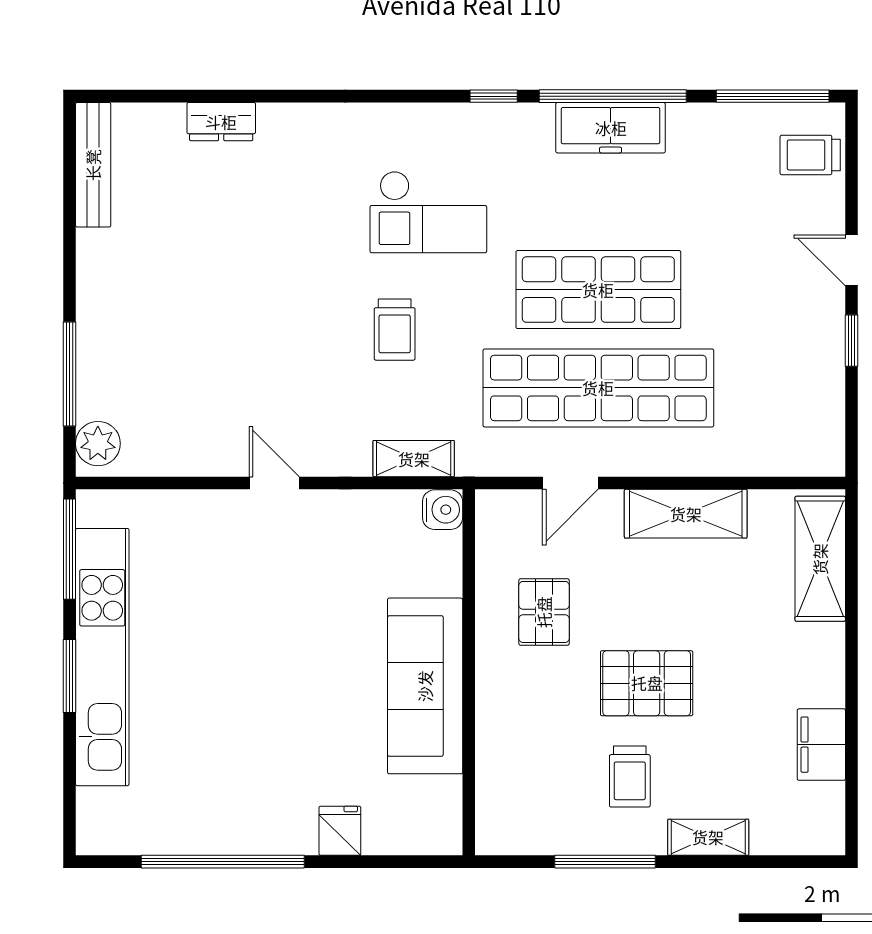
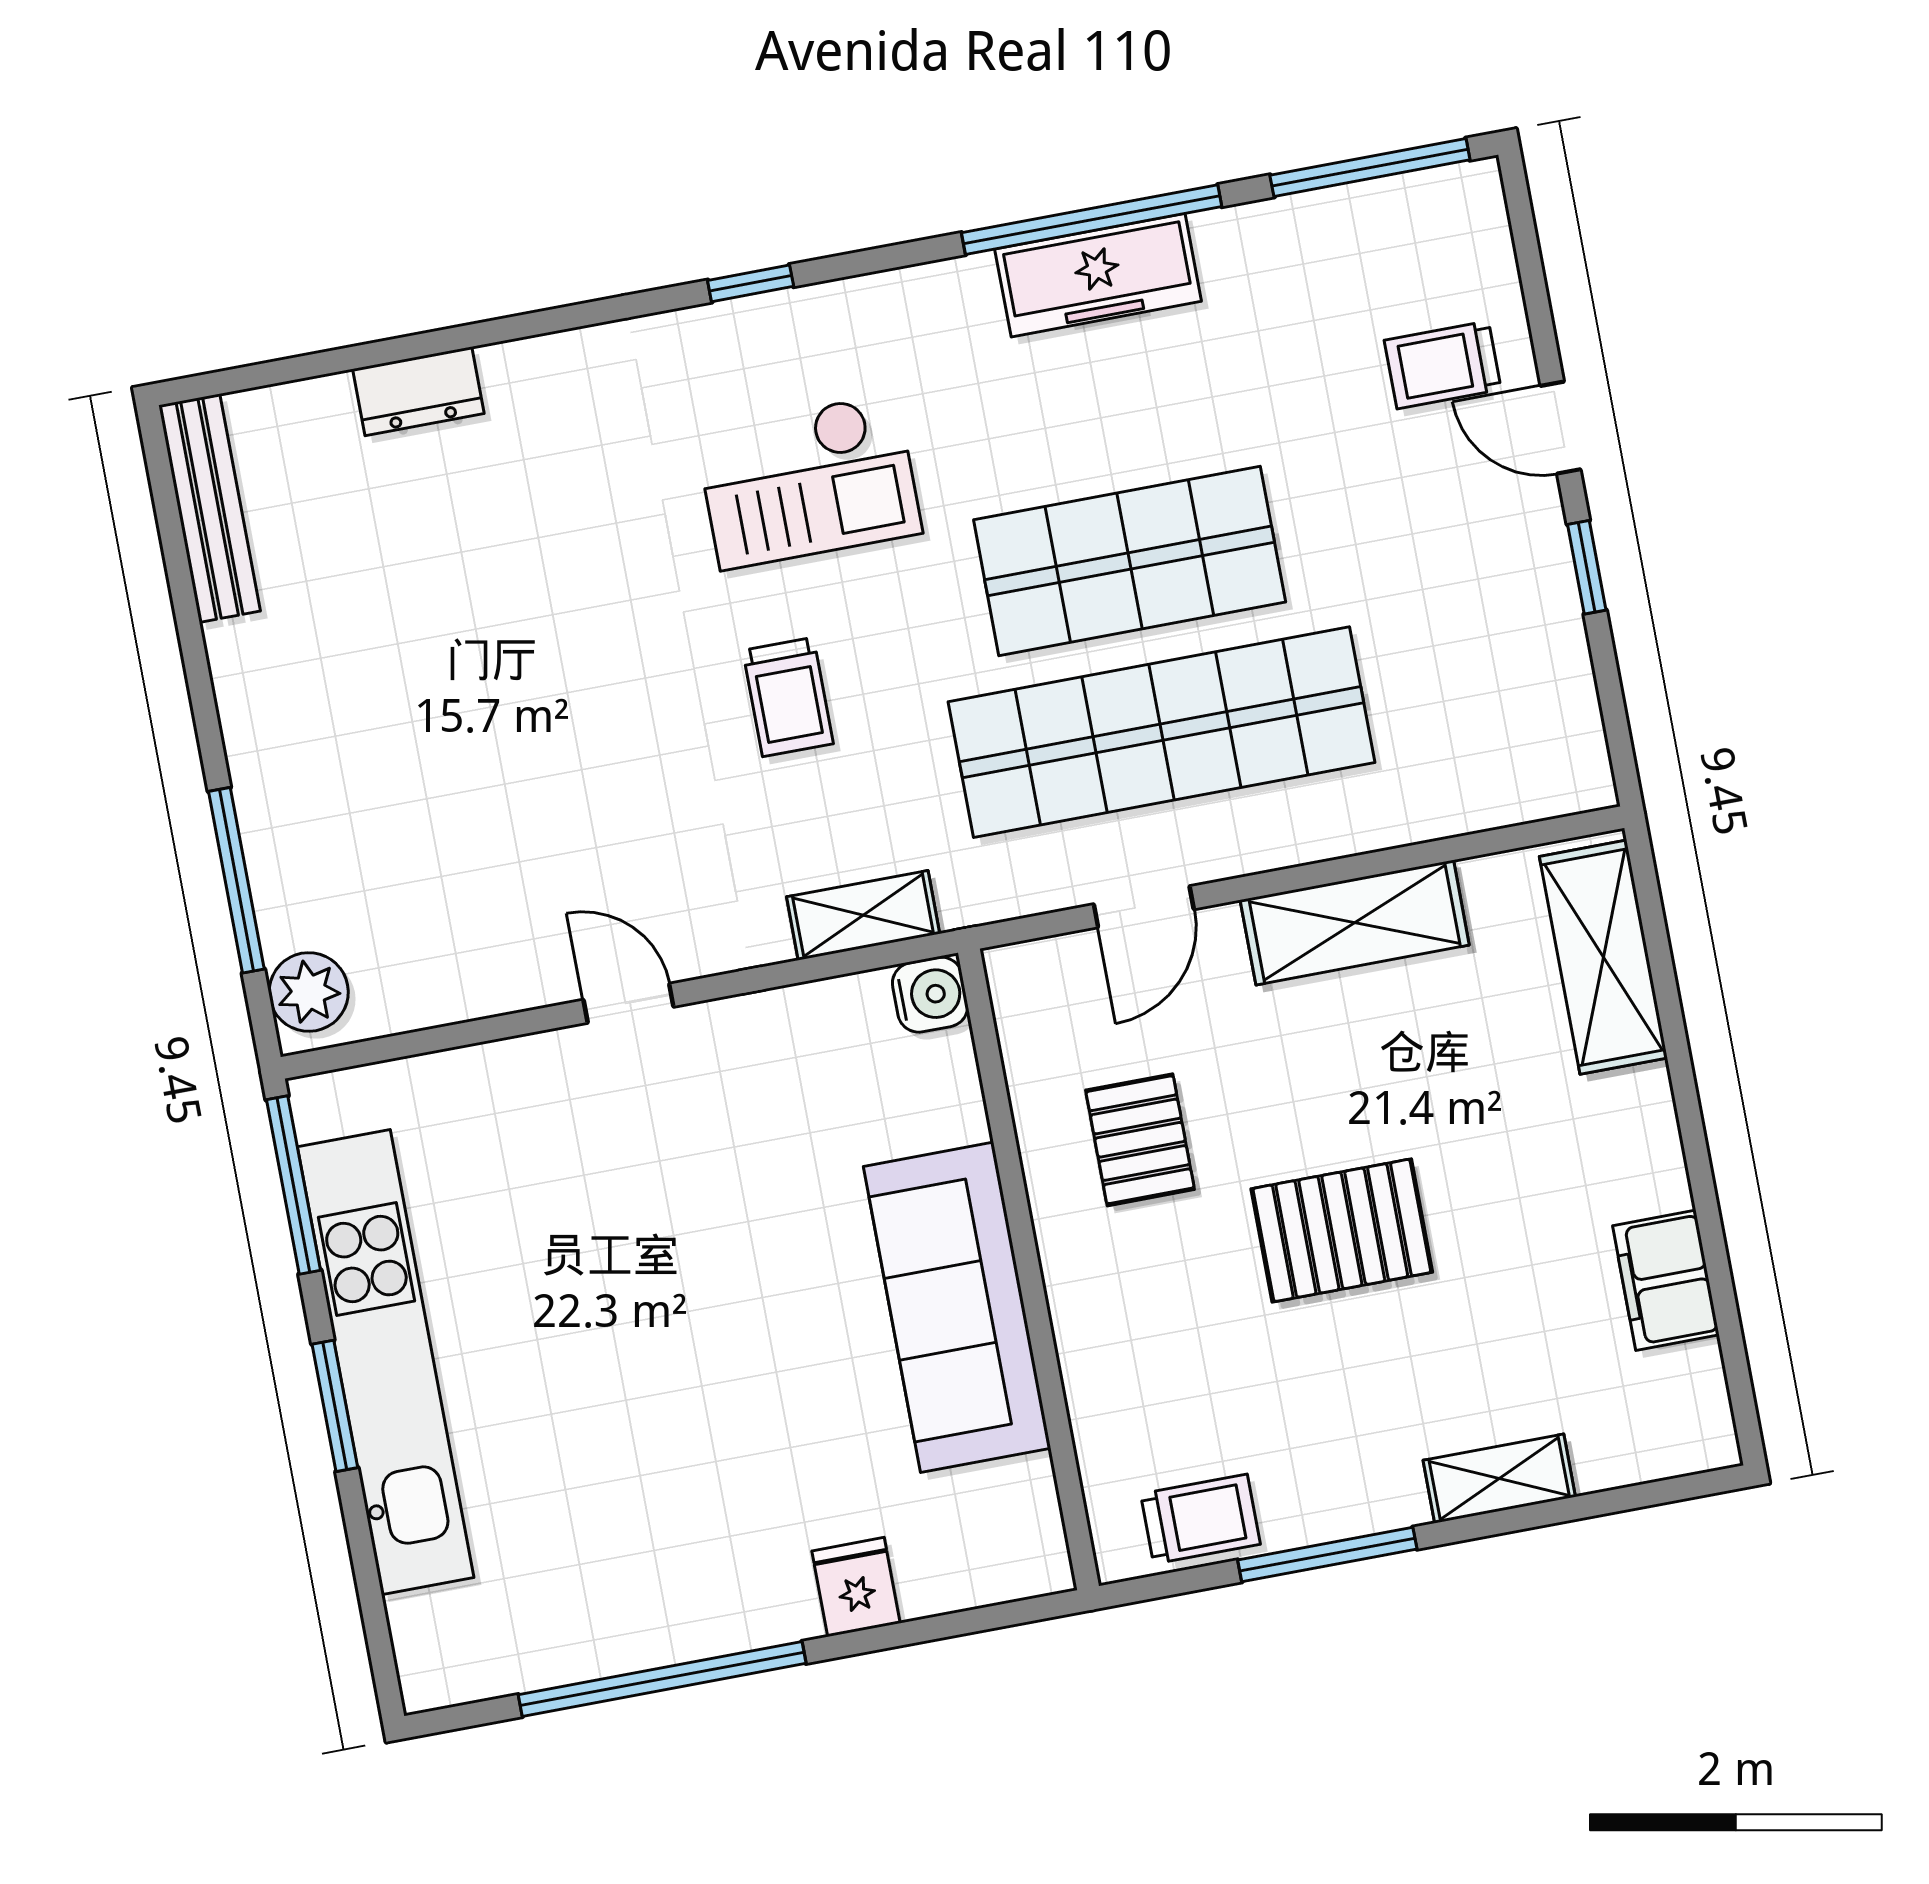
window: (494, 96) -> (751, 283), moved
trolley: (810, 155) -> (1443, 365), moved
trolley: (630, 777) -> (1200, 1519), moved, turned -90

